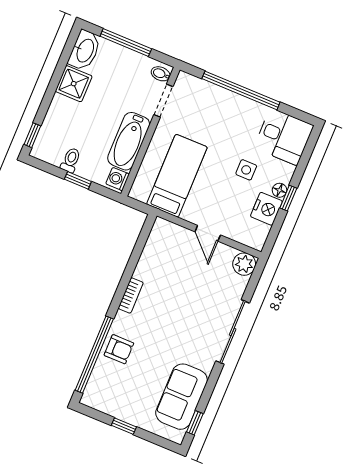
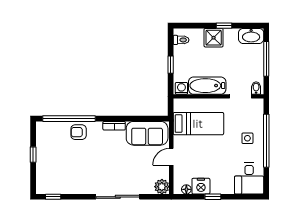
shower: (74, 84) -> (214, 38), moved
window: (32, 135) -> (224, 26), moved
toilet: (71, 160) -> (181, 40), moved
side table: (246, 170) -> (247, 138), moved
floor lamp: (279, 190) -> (186, 189), moved
armchair: (119, 349) -> (79, 132), turned 90
sofa: (182, 397) -> (147, 133), moved, turned 180

